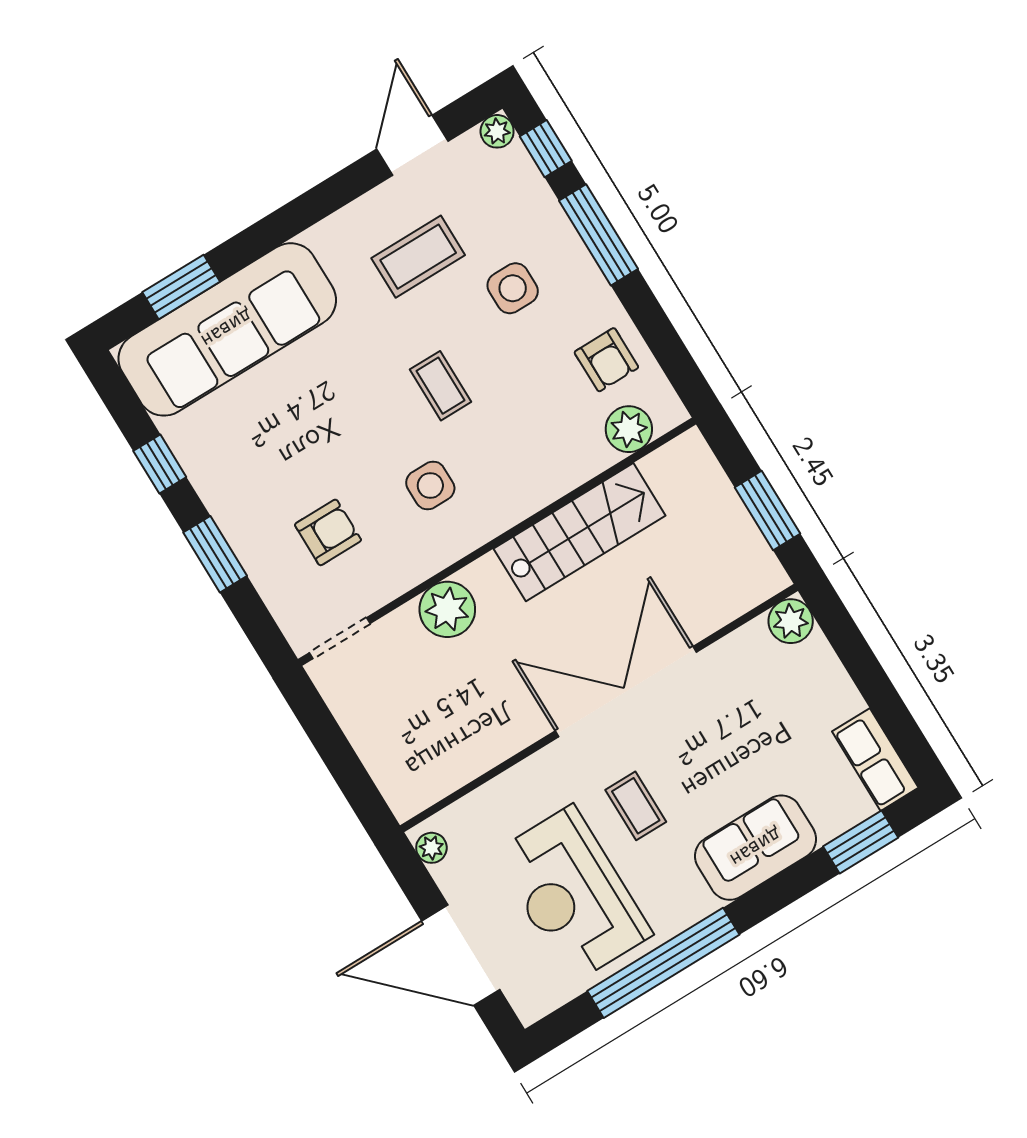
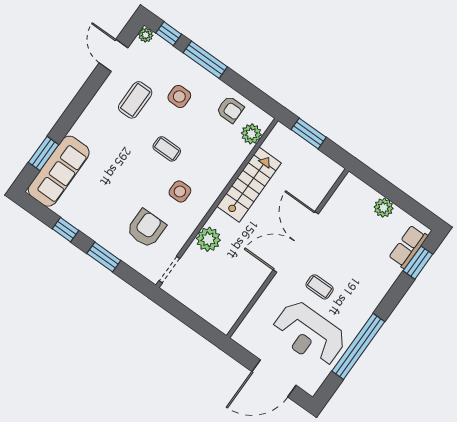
sofa: (227, 329) -> (59, 171), width x0.74, depth x0.79
window: (767, 511) -> (309, 133), moved
armchair: (328, 532) -> (146, 228), width x1.38, depth x1.38
plant: (791, 621) -> (384, 208), moved
row of seats: (875, 760) -> (408, 247), moved, turned 90
plant: (431, 848) -> (243, 340), removed
sofa: (756, 848) -> (376, 283), removed

